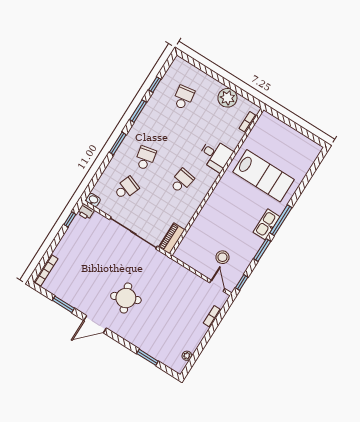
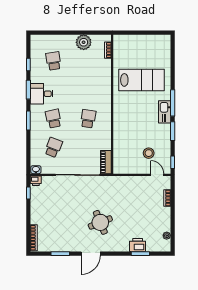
desk: (215, 155) -> (42, 94), moved, turned 180
printer: (150, 346) -> (138, 245), added

